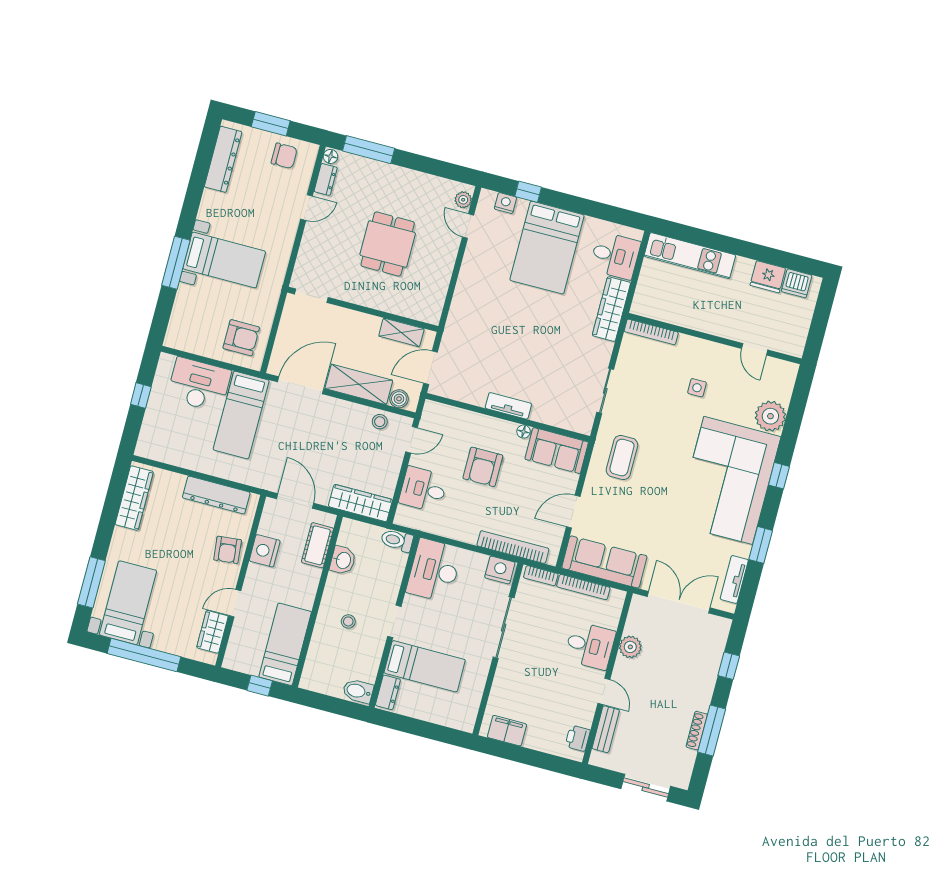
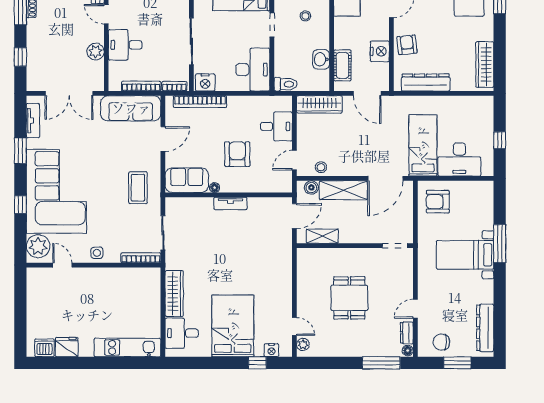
bookcase: (651, 332) -> (141, 258), moved
wall: (715, 339) -> (94, 265), moved
door: (755, 349) -> (62, 265), moved

